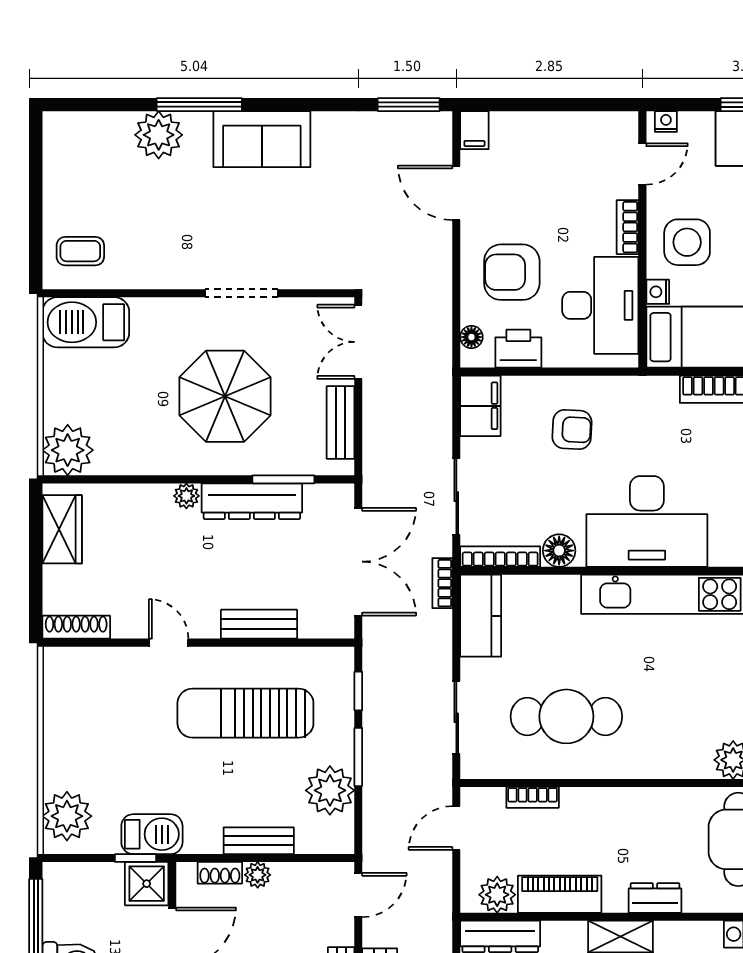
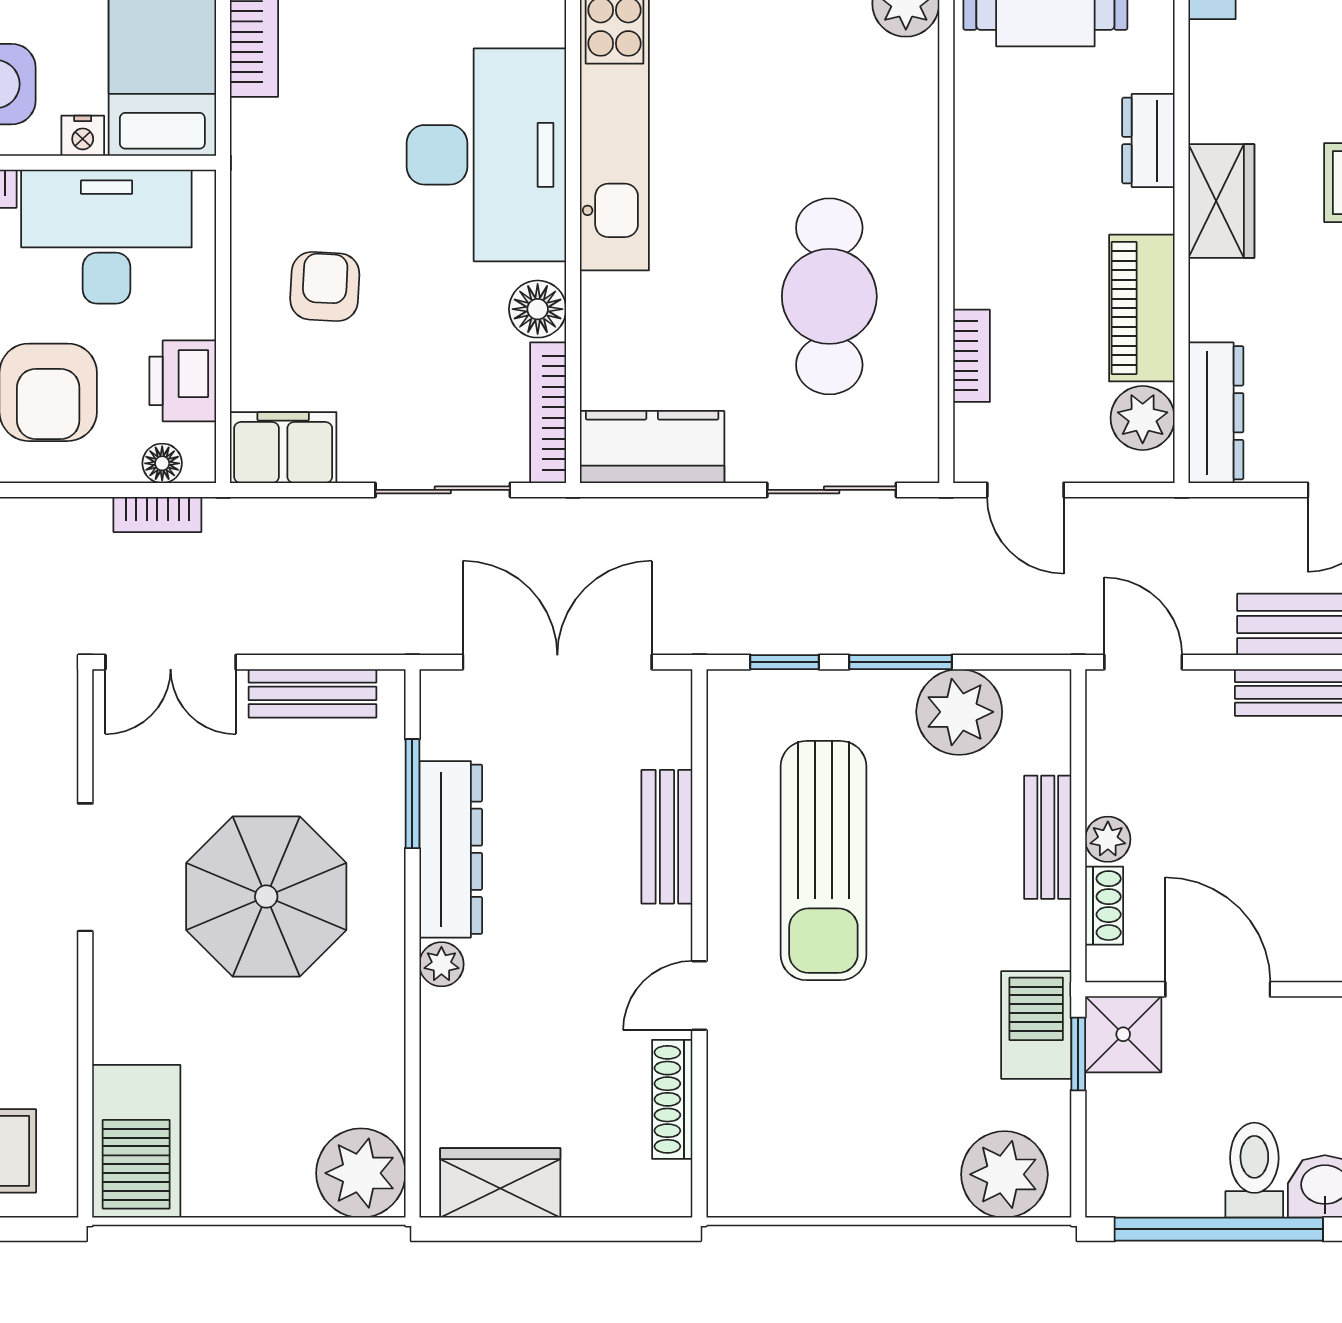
bookcase: (442, 583) -> (157, 514), moved
shoe rack: (76, 627) -> (672, 1099), moved

